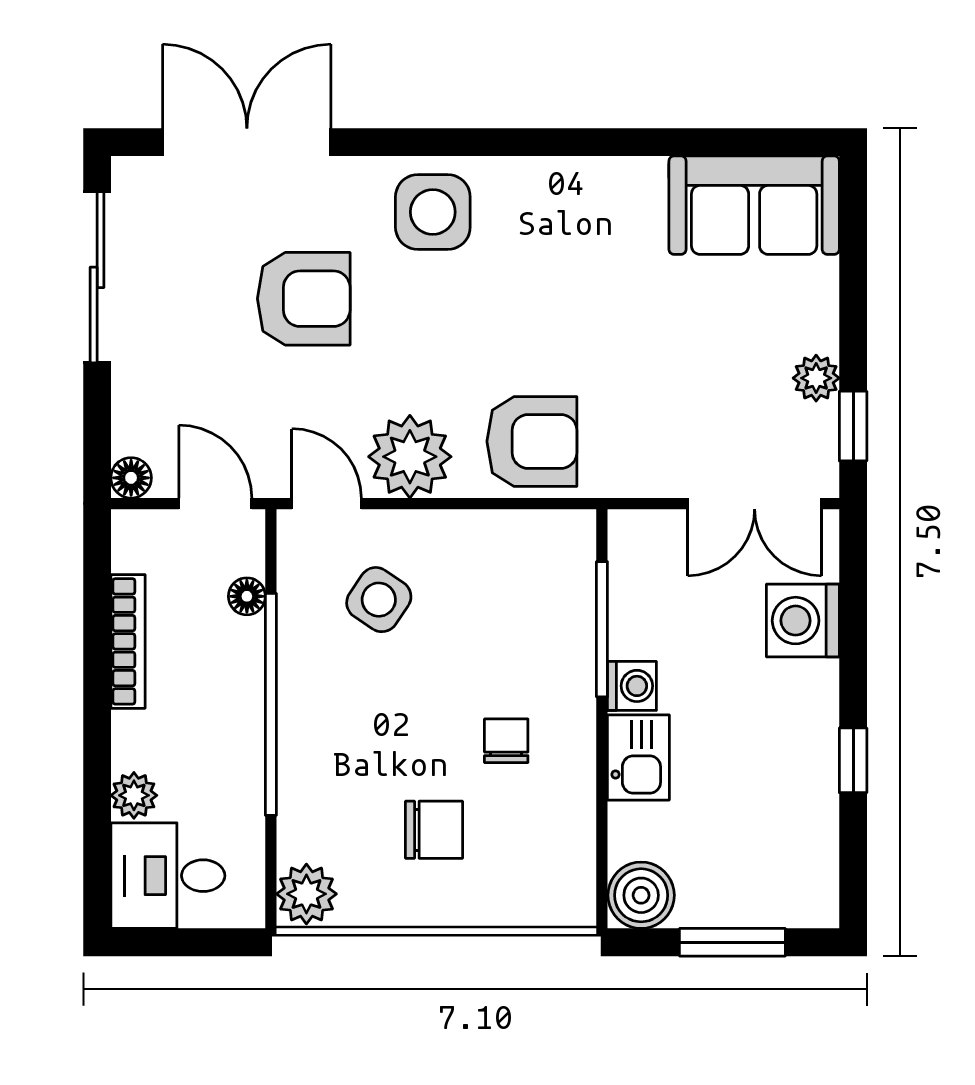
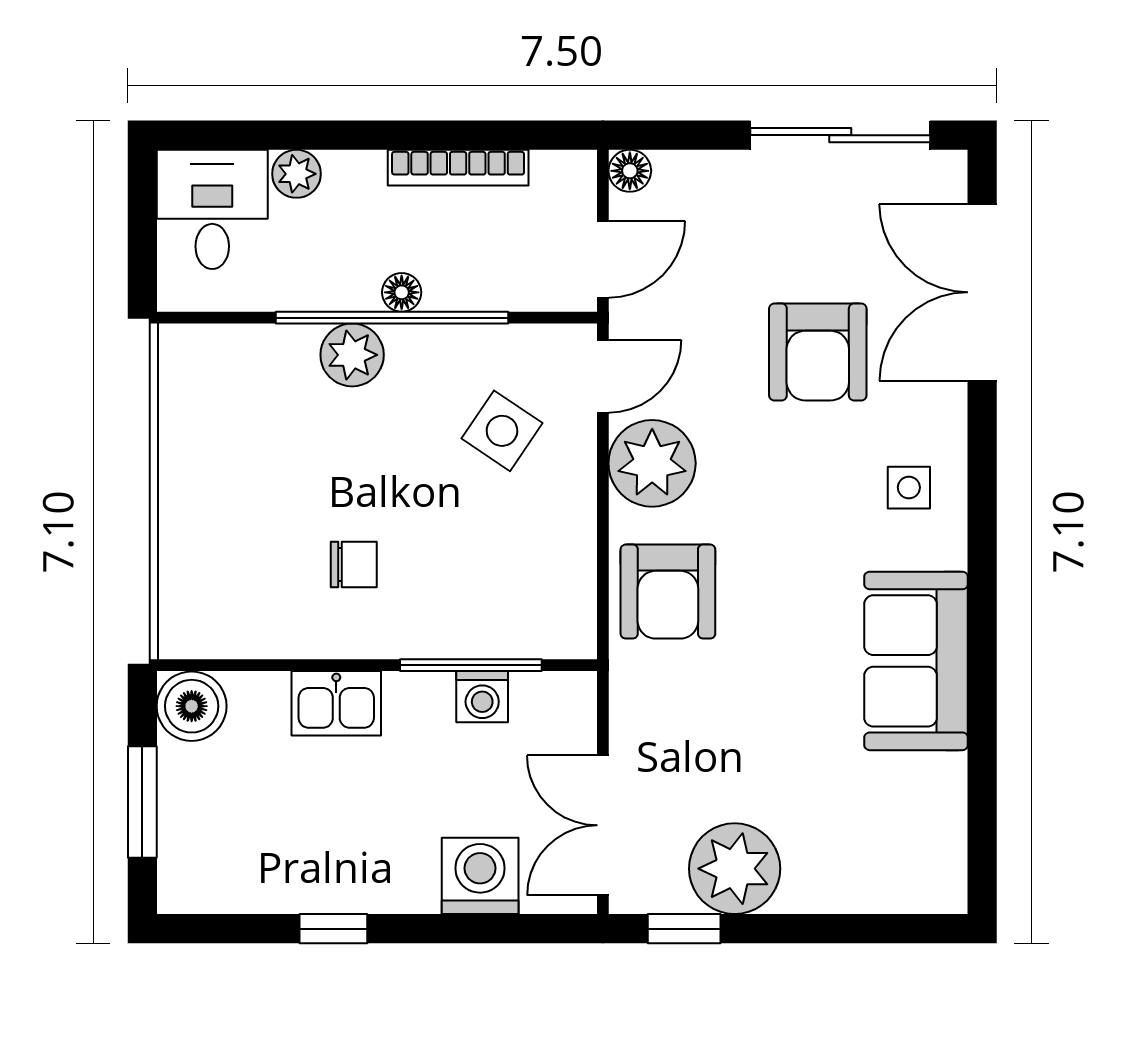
double door: (247, 142) -> (982, 292), swing flipped
sofa: (754, 205) -> (916, 661), moved
side table: (433, 212) -> (909, 488), width x0.54, depth x0.54
plant: (816, 378) -> (735, 869), width x1.88, depth x1.88
floor lamp: (247, 596) -> (402, 292), moved
washing machine: (632, 686) -> (482, 697), moved
chair: (434, 830) -> (260, 489), removed
plant: (306, 894) -> (352, 355), moved

